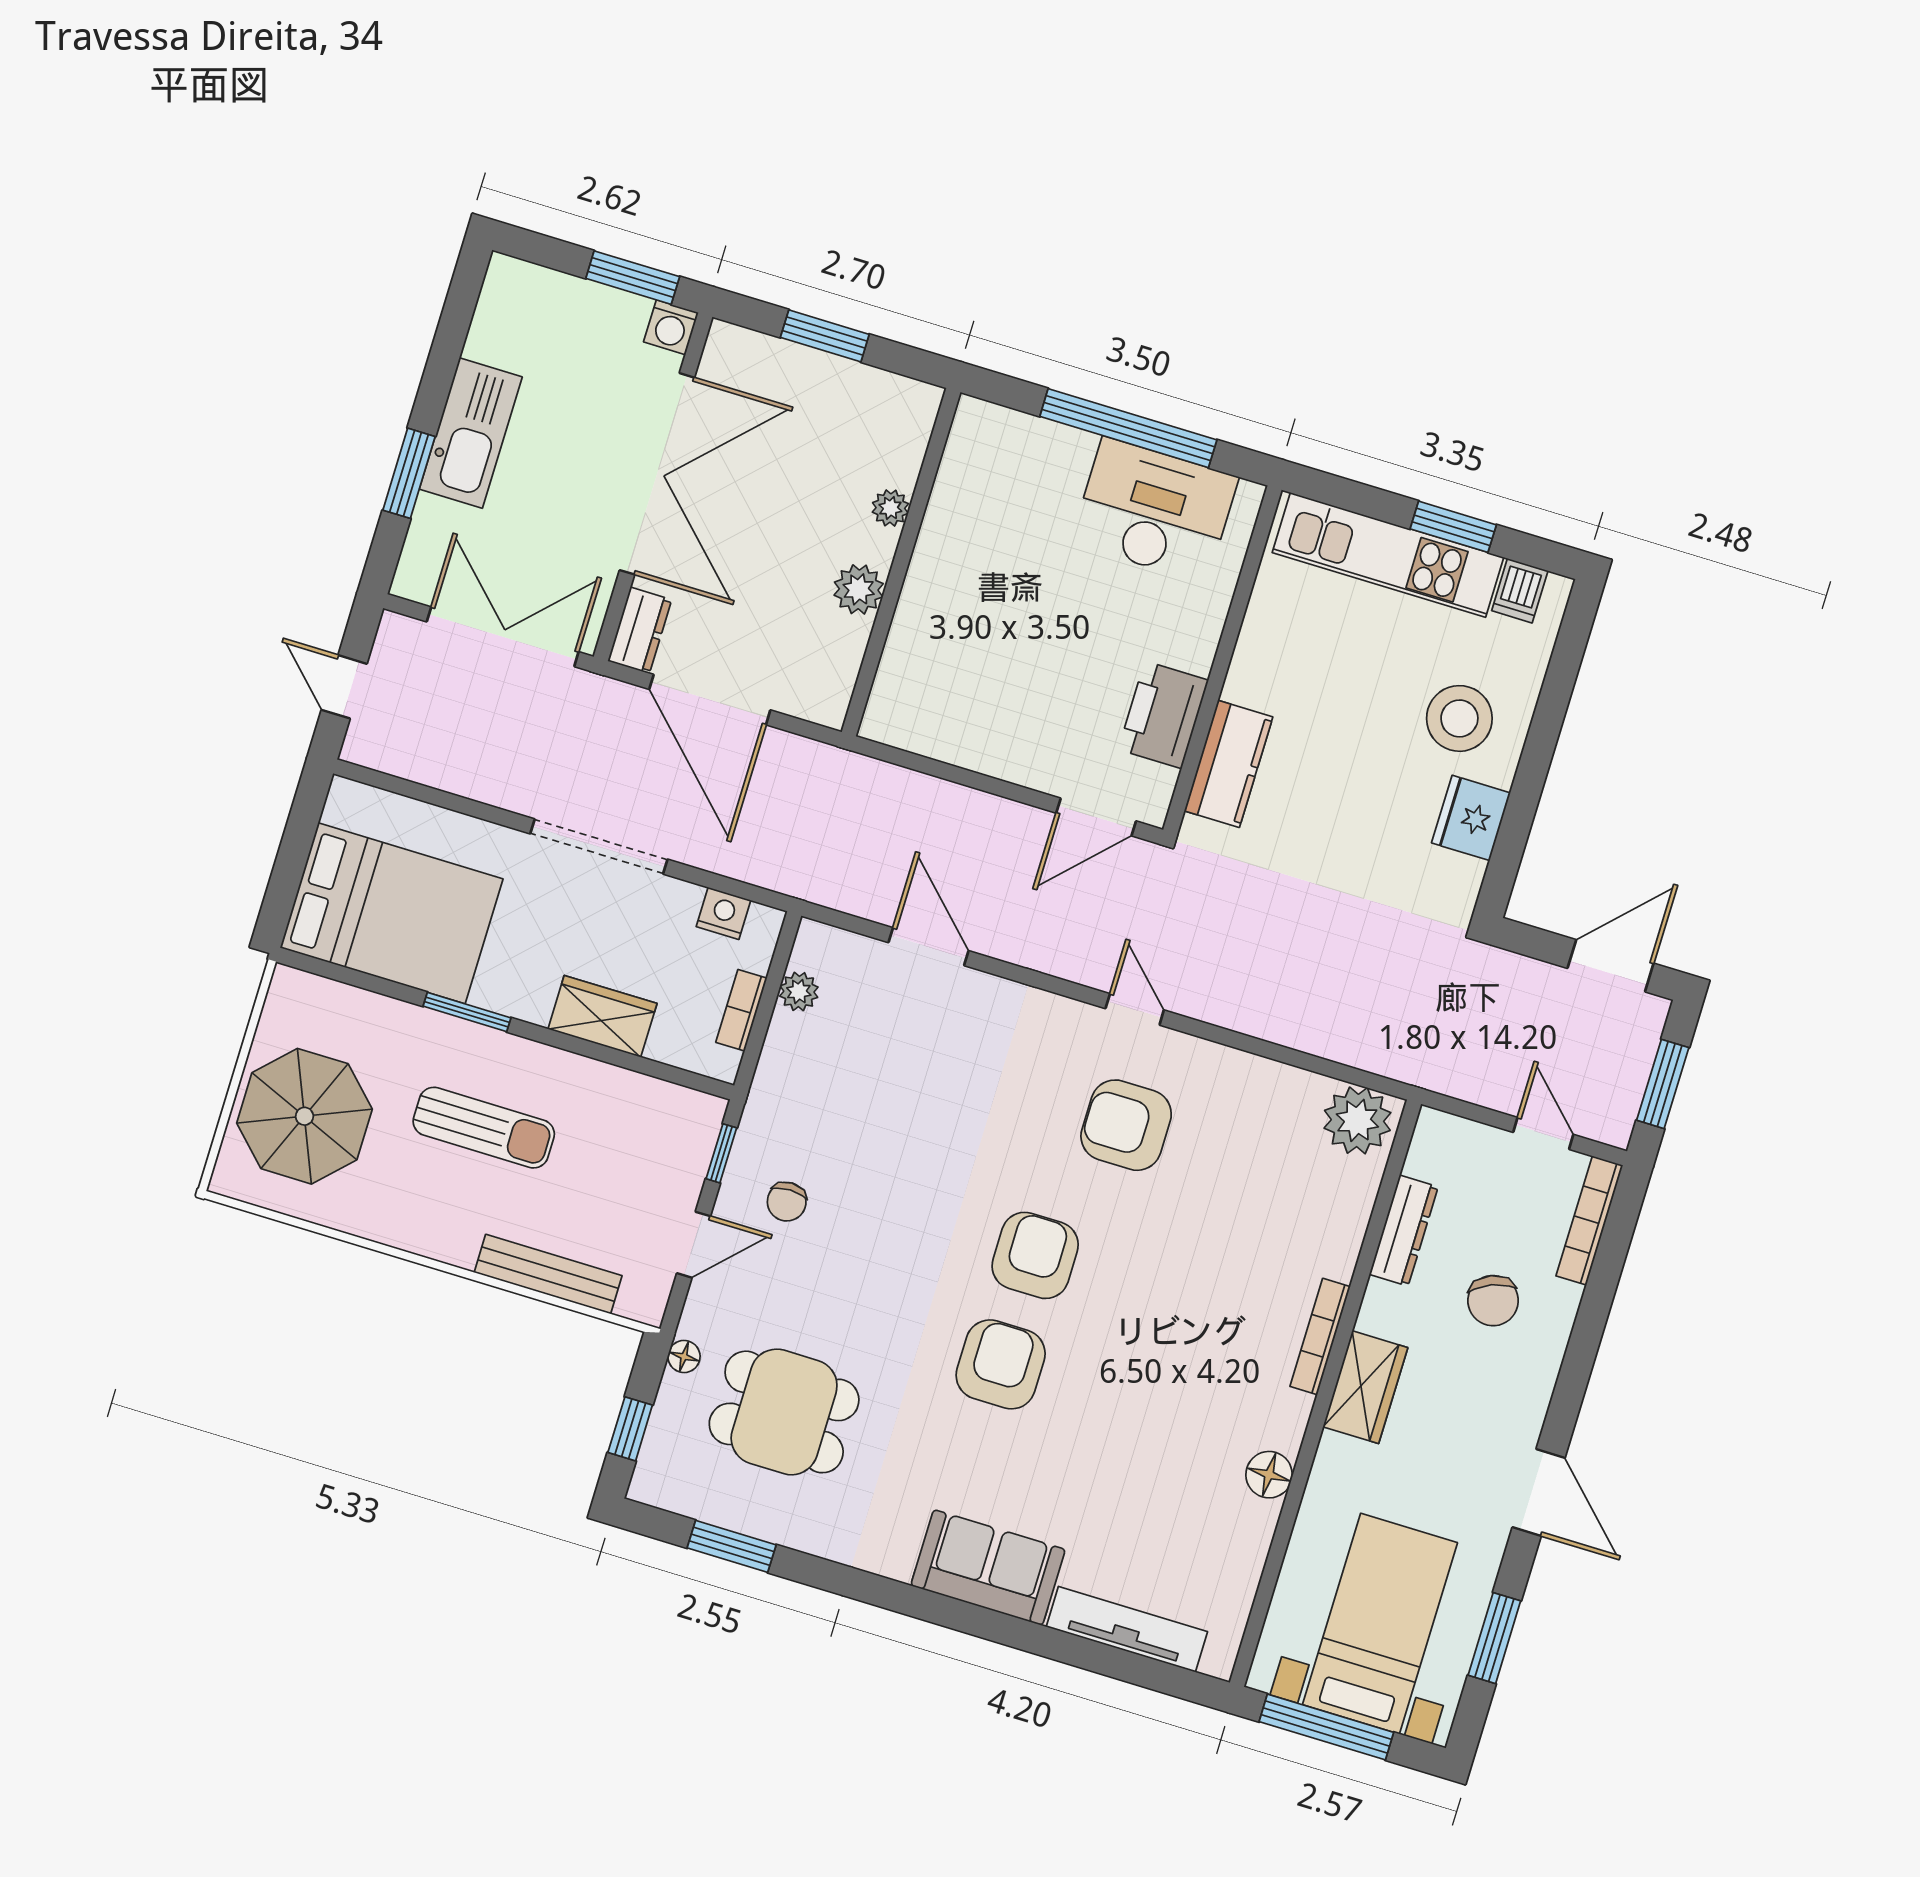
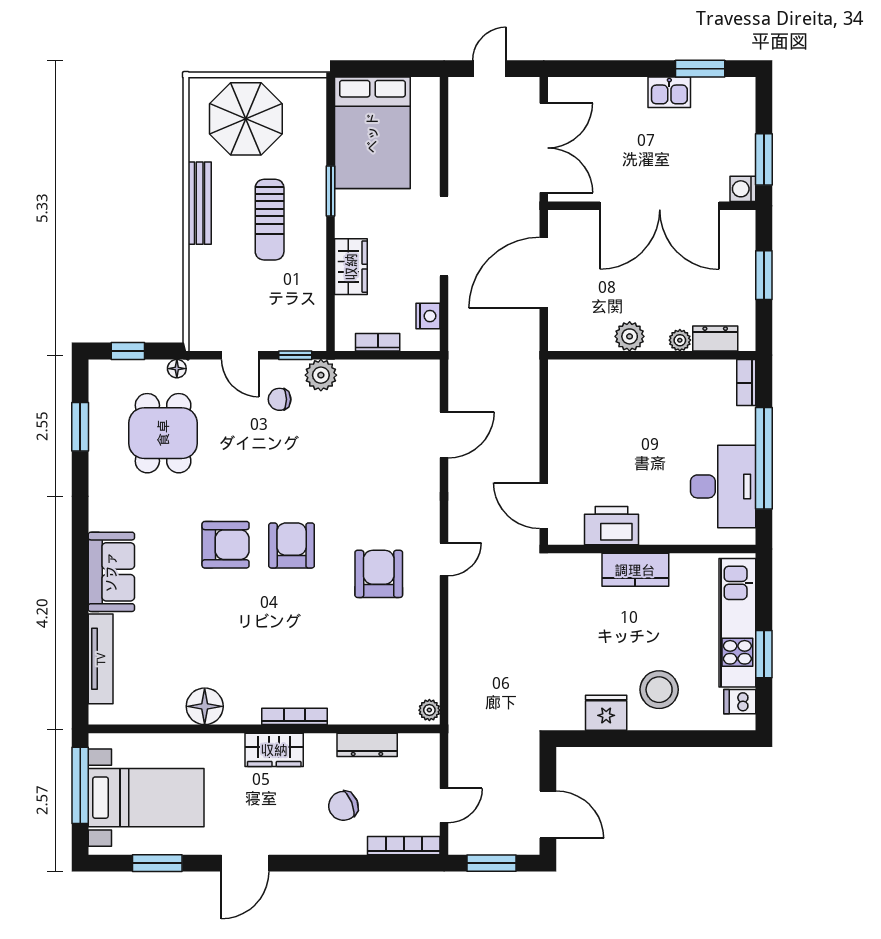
bookcase: (994, 419) -> (746, 383), added
kitchen sink: (471, 433) -> (669, 92), width x0.53, depth x0.81
window: (409, 473) -> (700, 69), moved
dresser: (640, 630) -> (715, 338), moved, turned 180
kitchen counter: (1229, 764) -> (635, 570), moved
plant: (799, 992) -> (321, 375), moved, width x1.38, depth x1.38
plant: (1357, 1120) -> (429, 710), width x0.53, depth x0.53
armchair: (1035, 1255) -> (292, 545), turned -90
bench: (548, 1274) -> (200, 203), moved
floor lamp: (1269, 1475) -> (205, 706), width x1.38, depth x1.38

